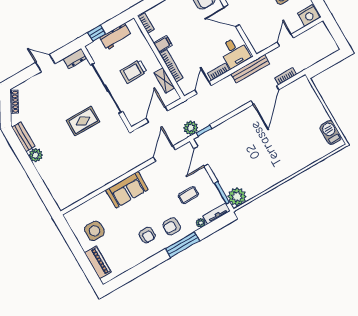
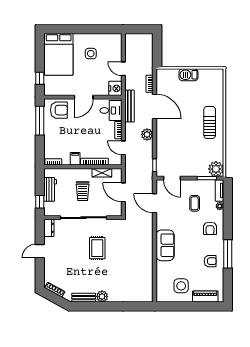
nightstand: (309, 15) -> (115, 88), moved
plant: (191, 128) -> (147, 134), moved
barbecue: (331, 132) -> (188, 75), moved
sun lounger: (282, 162) -> (210, 122), added
armchair: (147, 235) -> (210, 261), moved
window: (182, 245) -> (228, 254), moved

